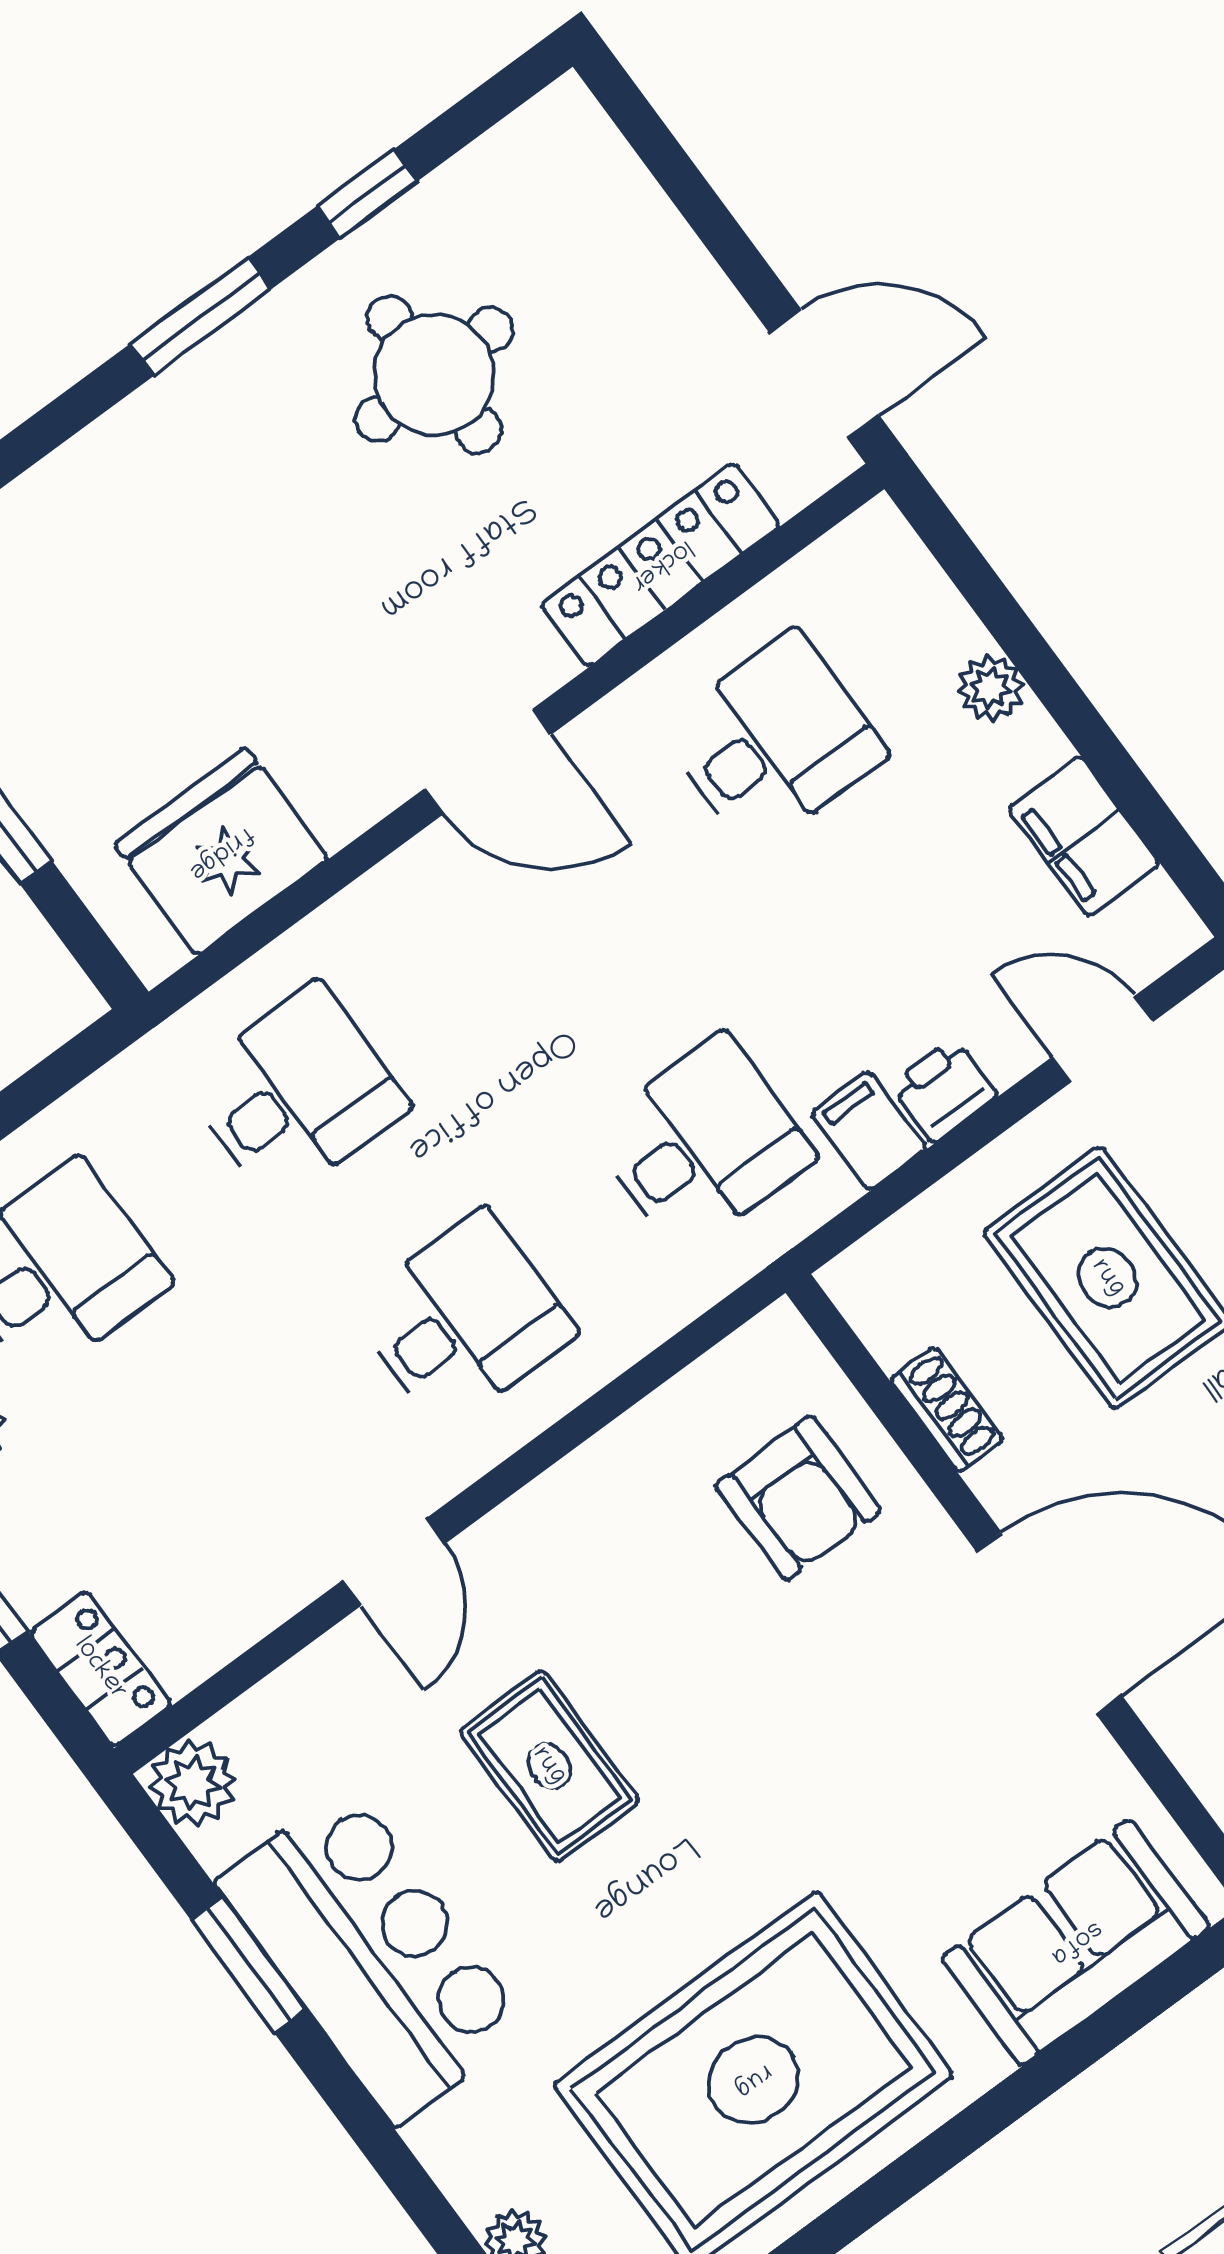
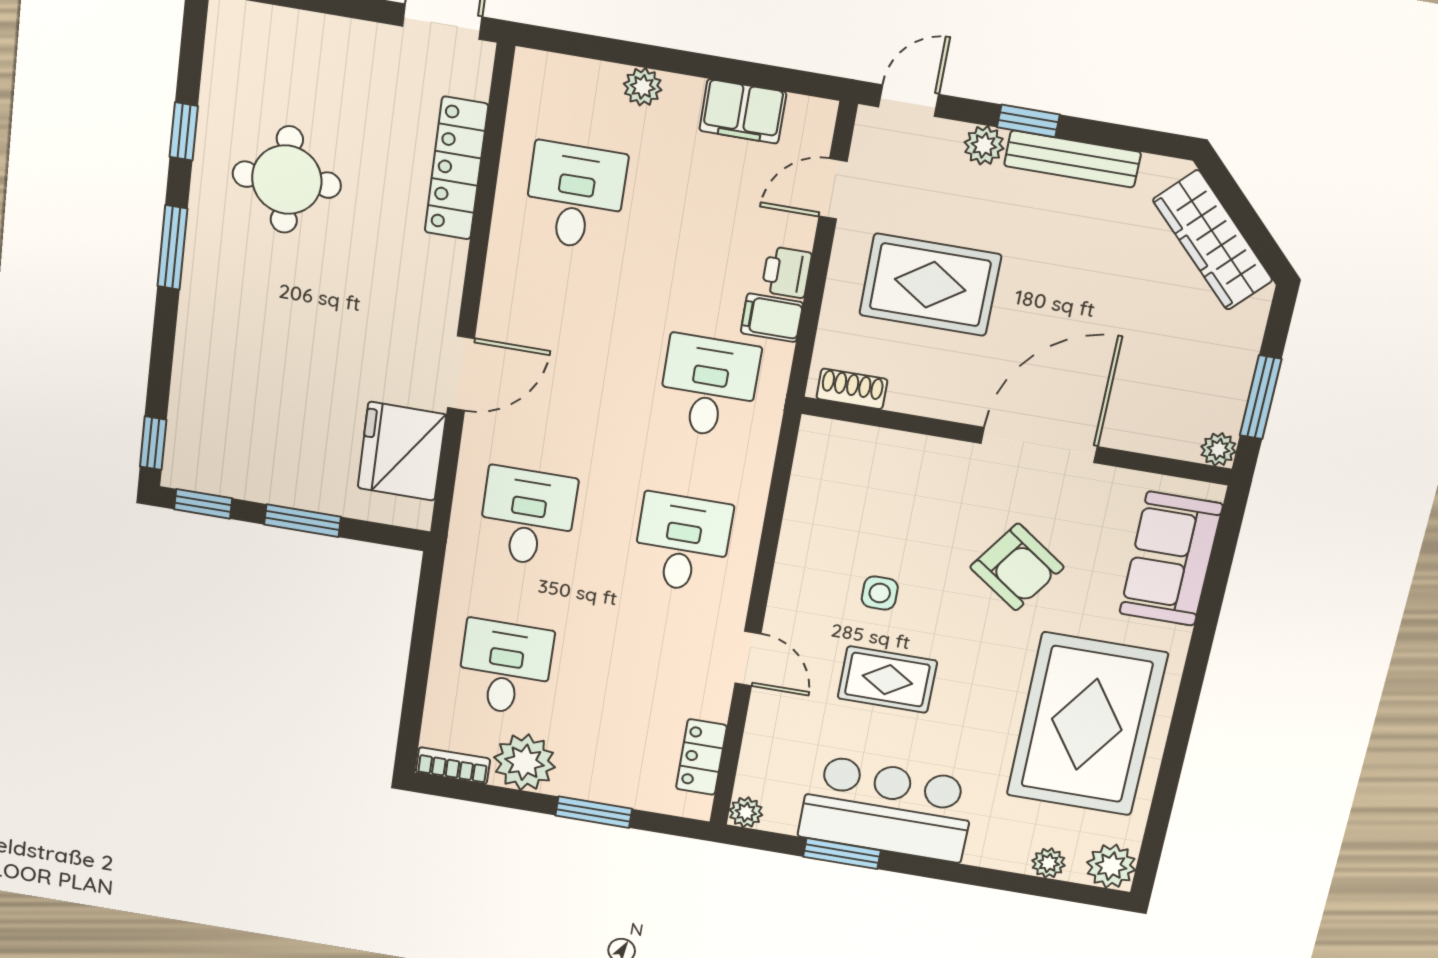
door: (488, 762) -> (461, 373), moved
shoe rack: (947, 1410) -> (852, 389), moved
armchair: (798, 1498) -> (1017, 567), moved, turned 35
side table: (655, 1634) -> (880, 593), added
locker: (100, 1669) -> (701, 757), moved, turned -90
plant: (193, 1783) -> (746, 812), width x0.73, depth x0.73

